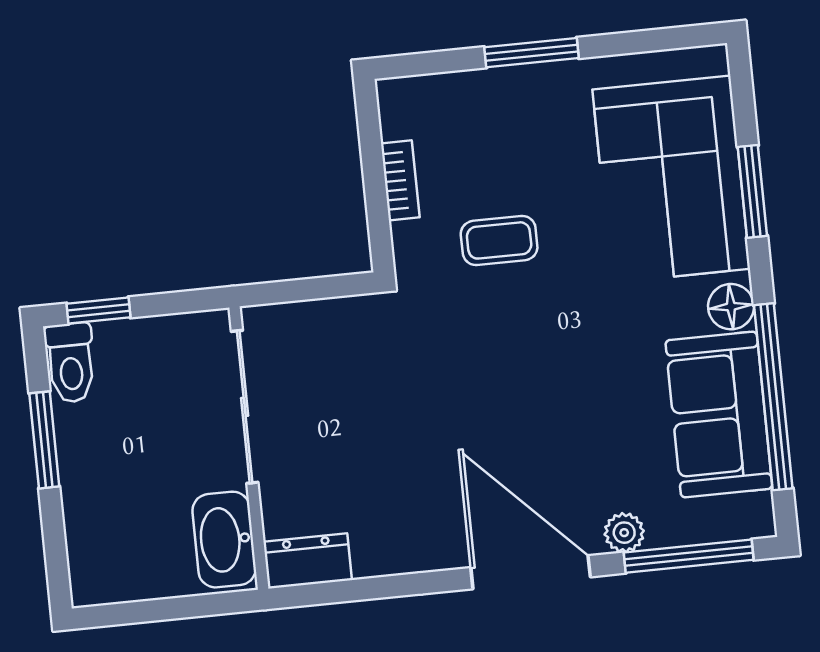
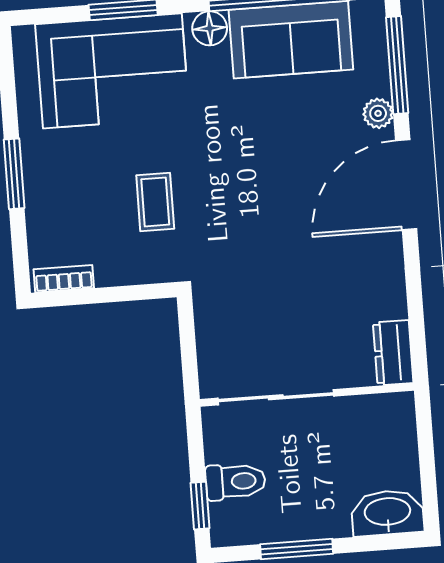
bookcase: (400, 180) -> (64, 279), moved
toilet: (70, 363) -> (235, 481), moved
washbasin: (224, 540) -> (387, 513), moved, turned 180

